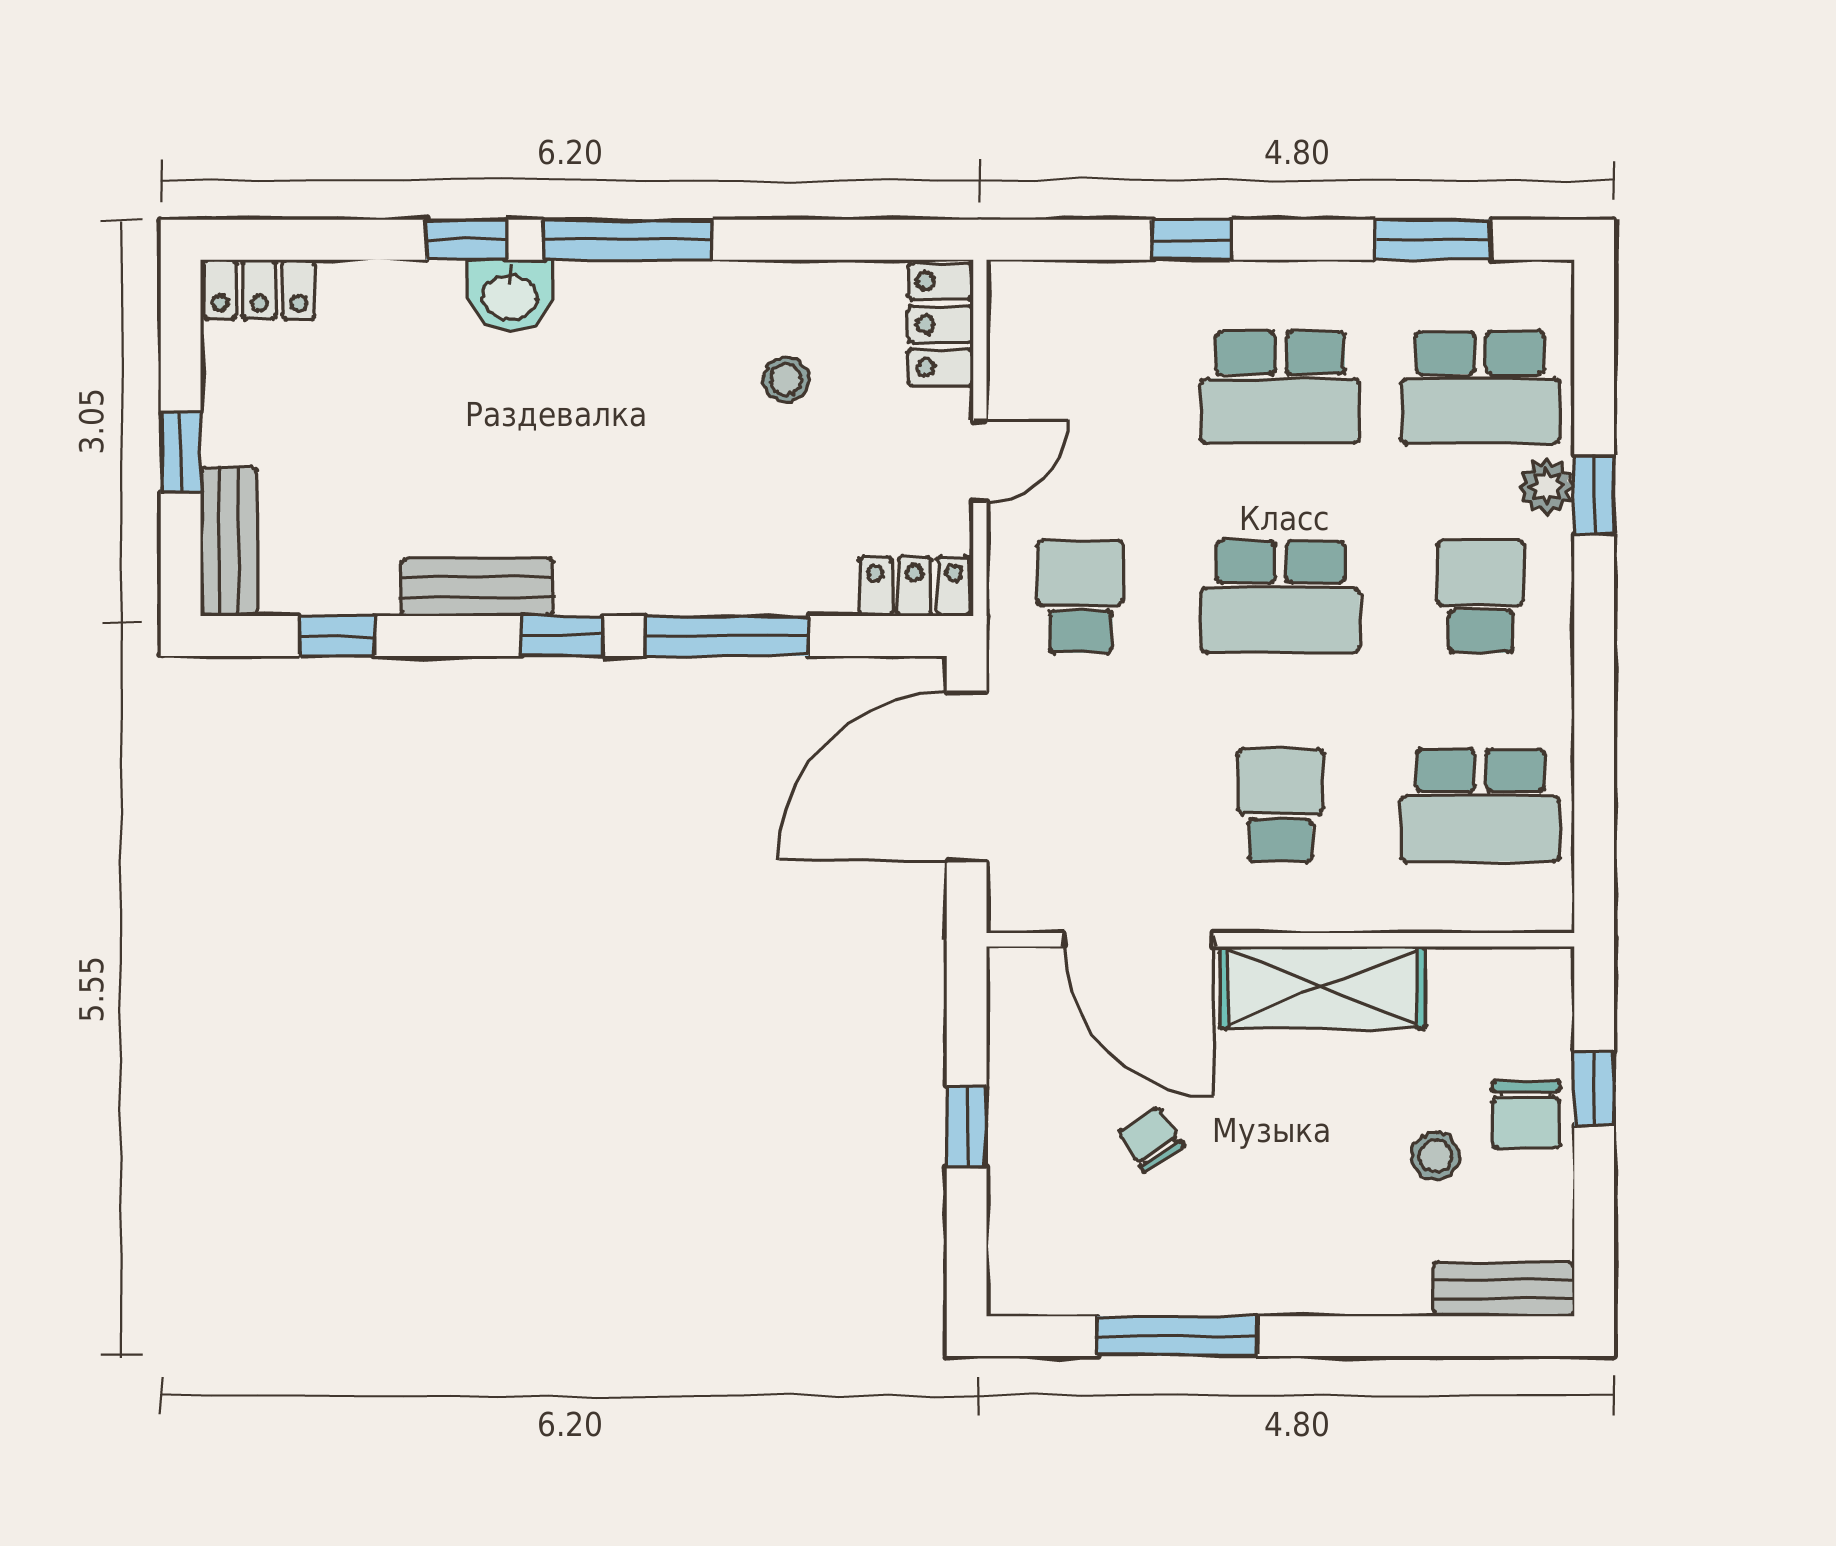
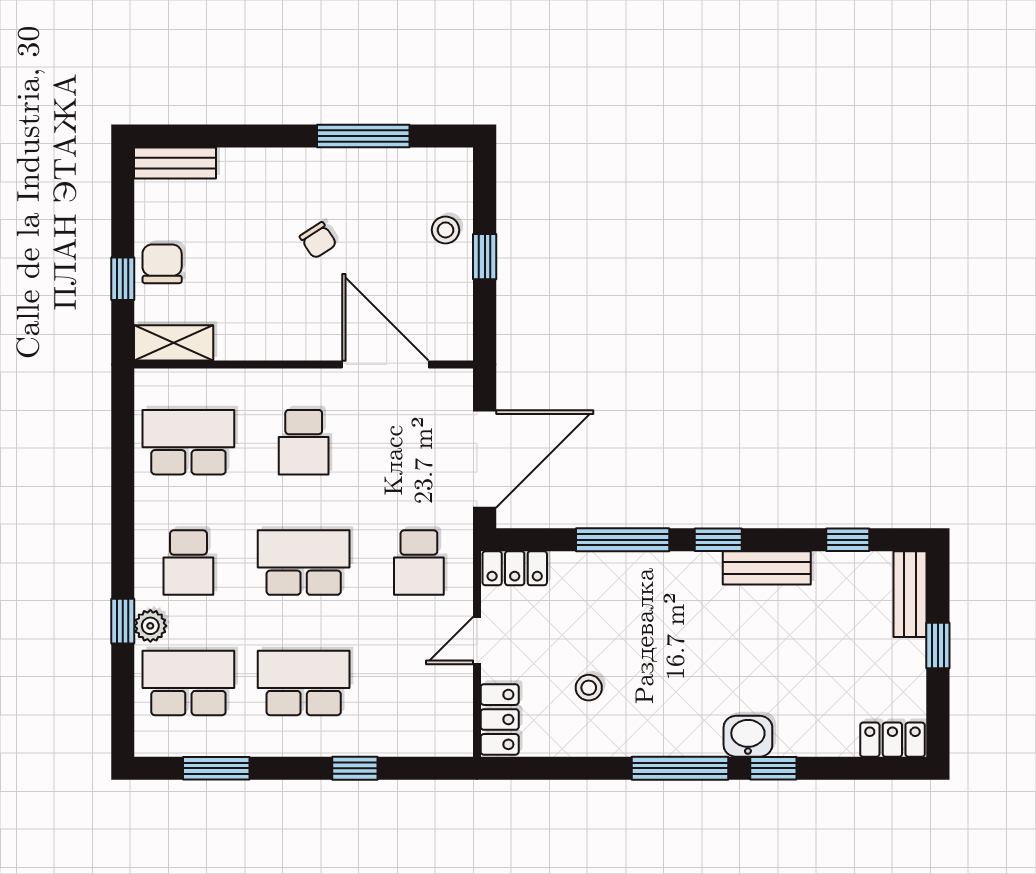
shelving: (1322, 988) -> (174, 343), moved, width x0.67, depth x0.75
chair: (1151, 1139) -> (318, 240), moved
stool: (1435, 1156) -> (446, 230), moved

